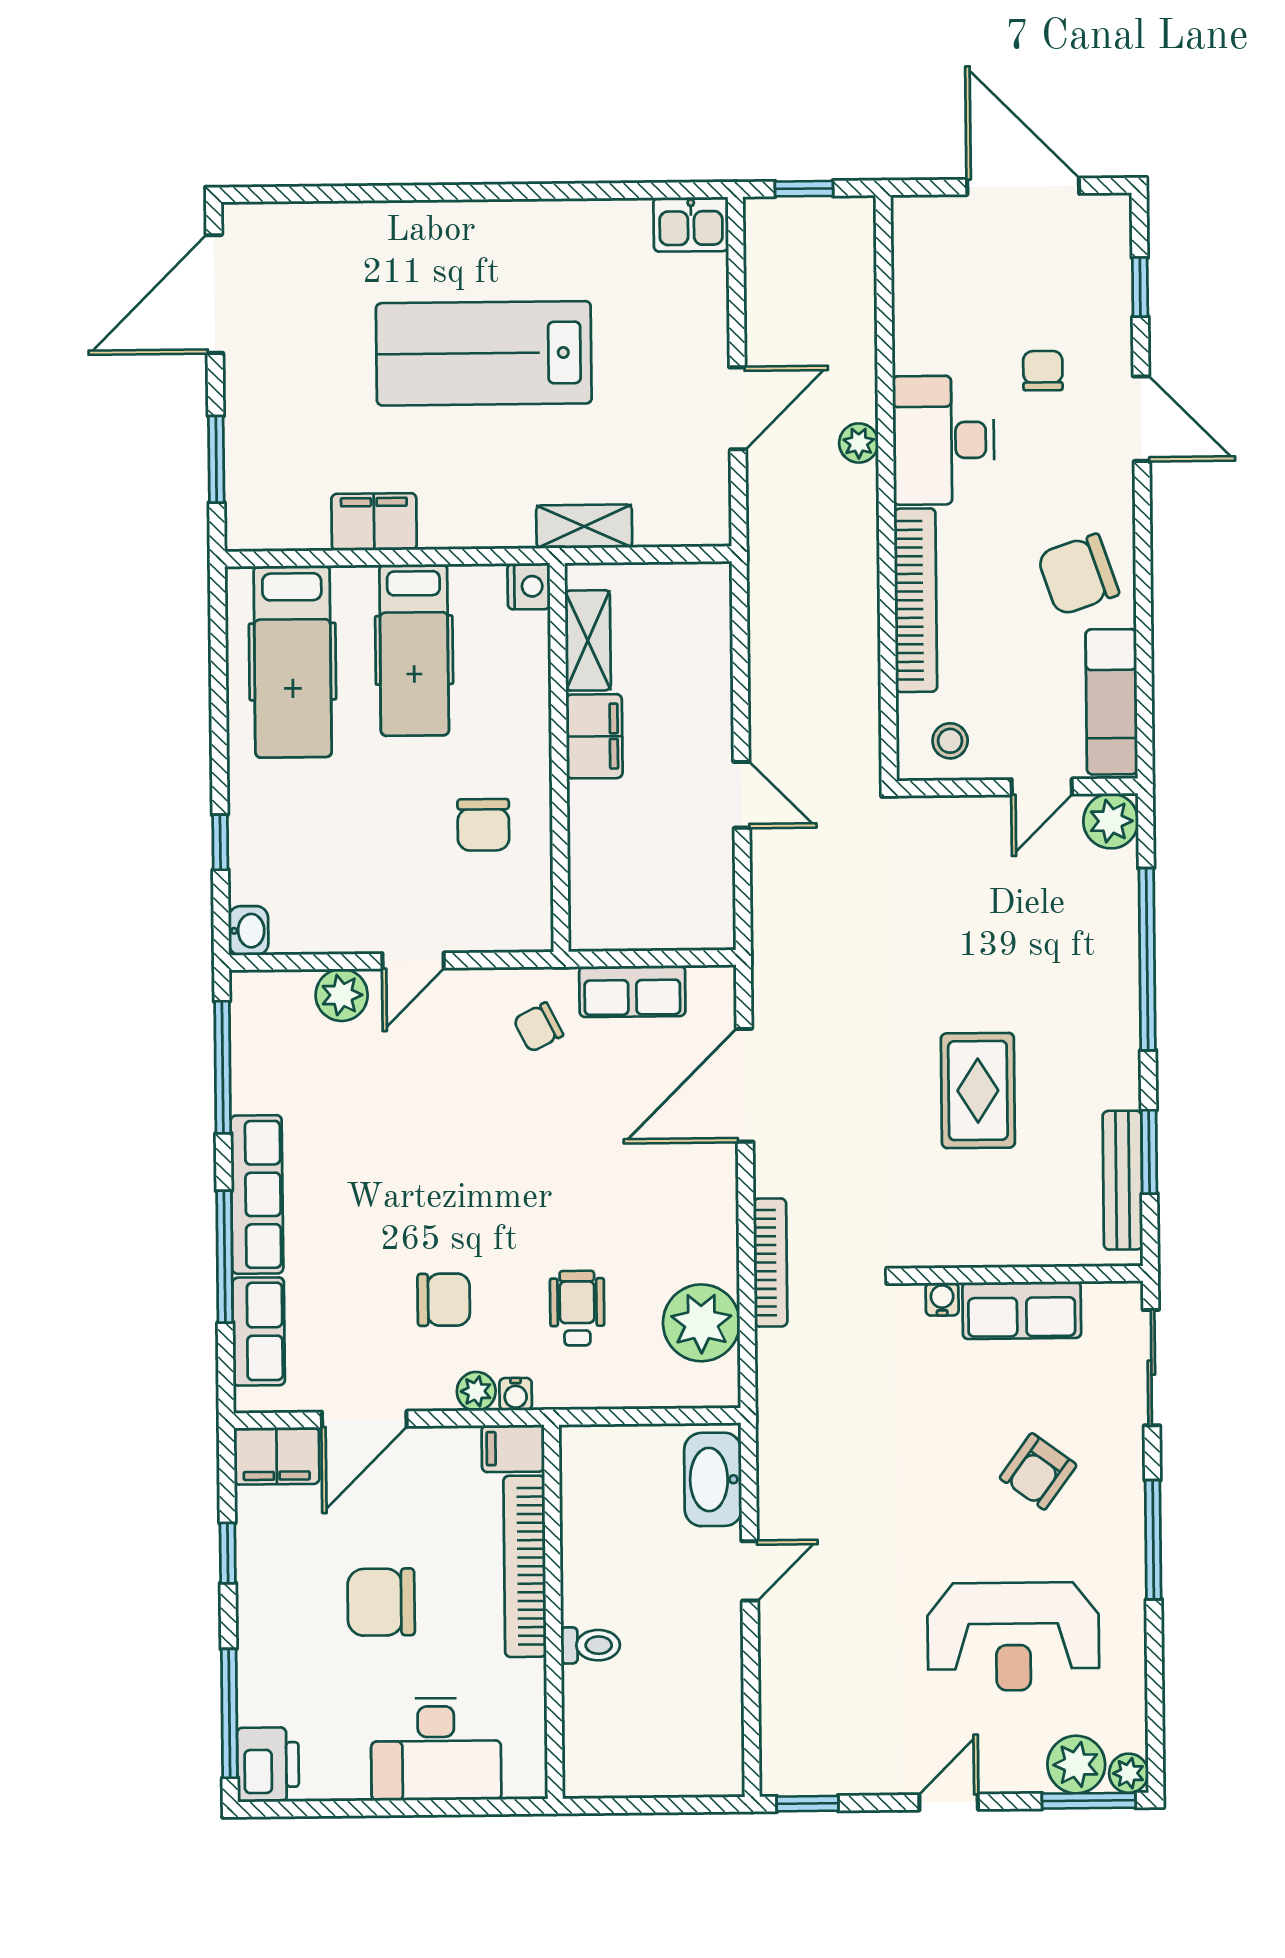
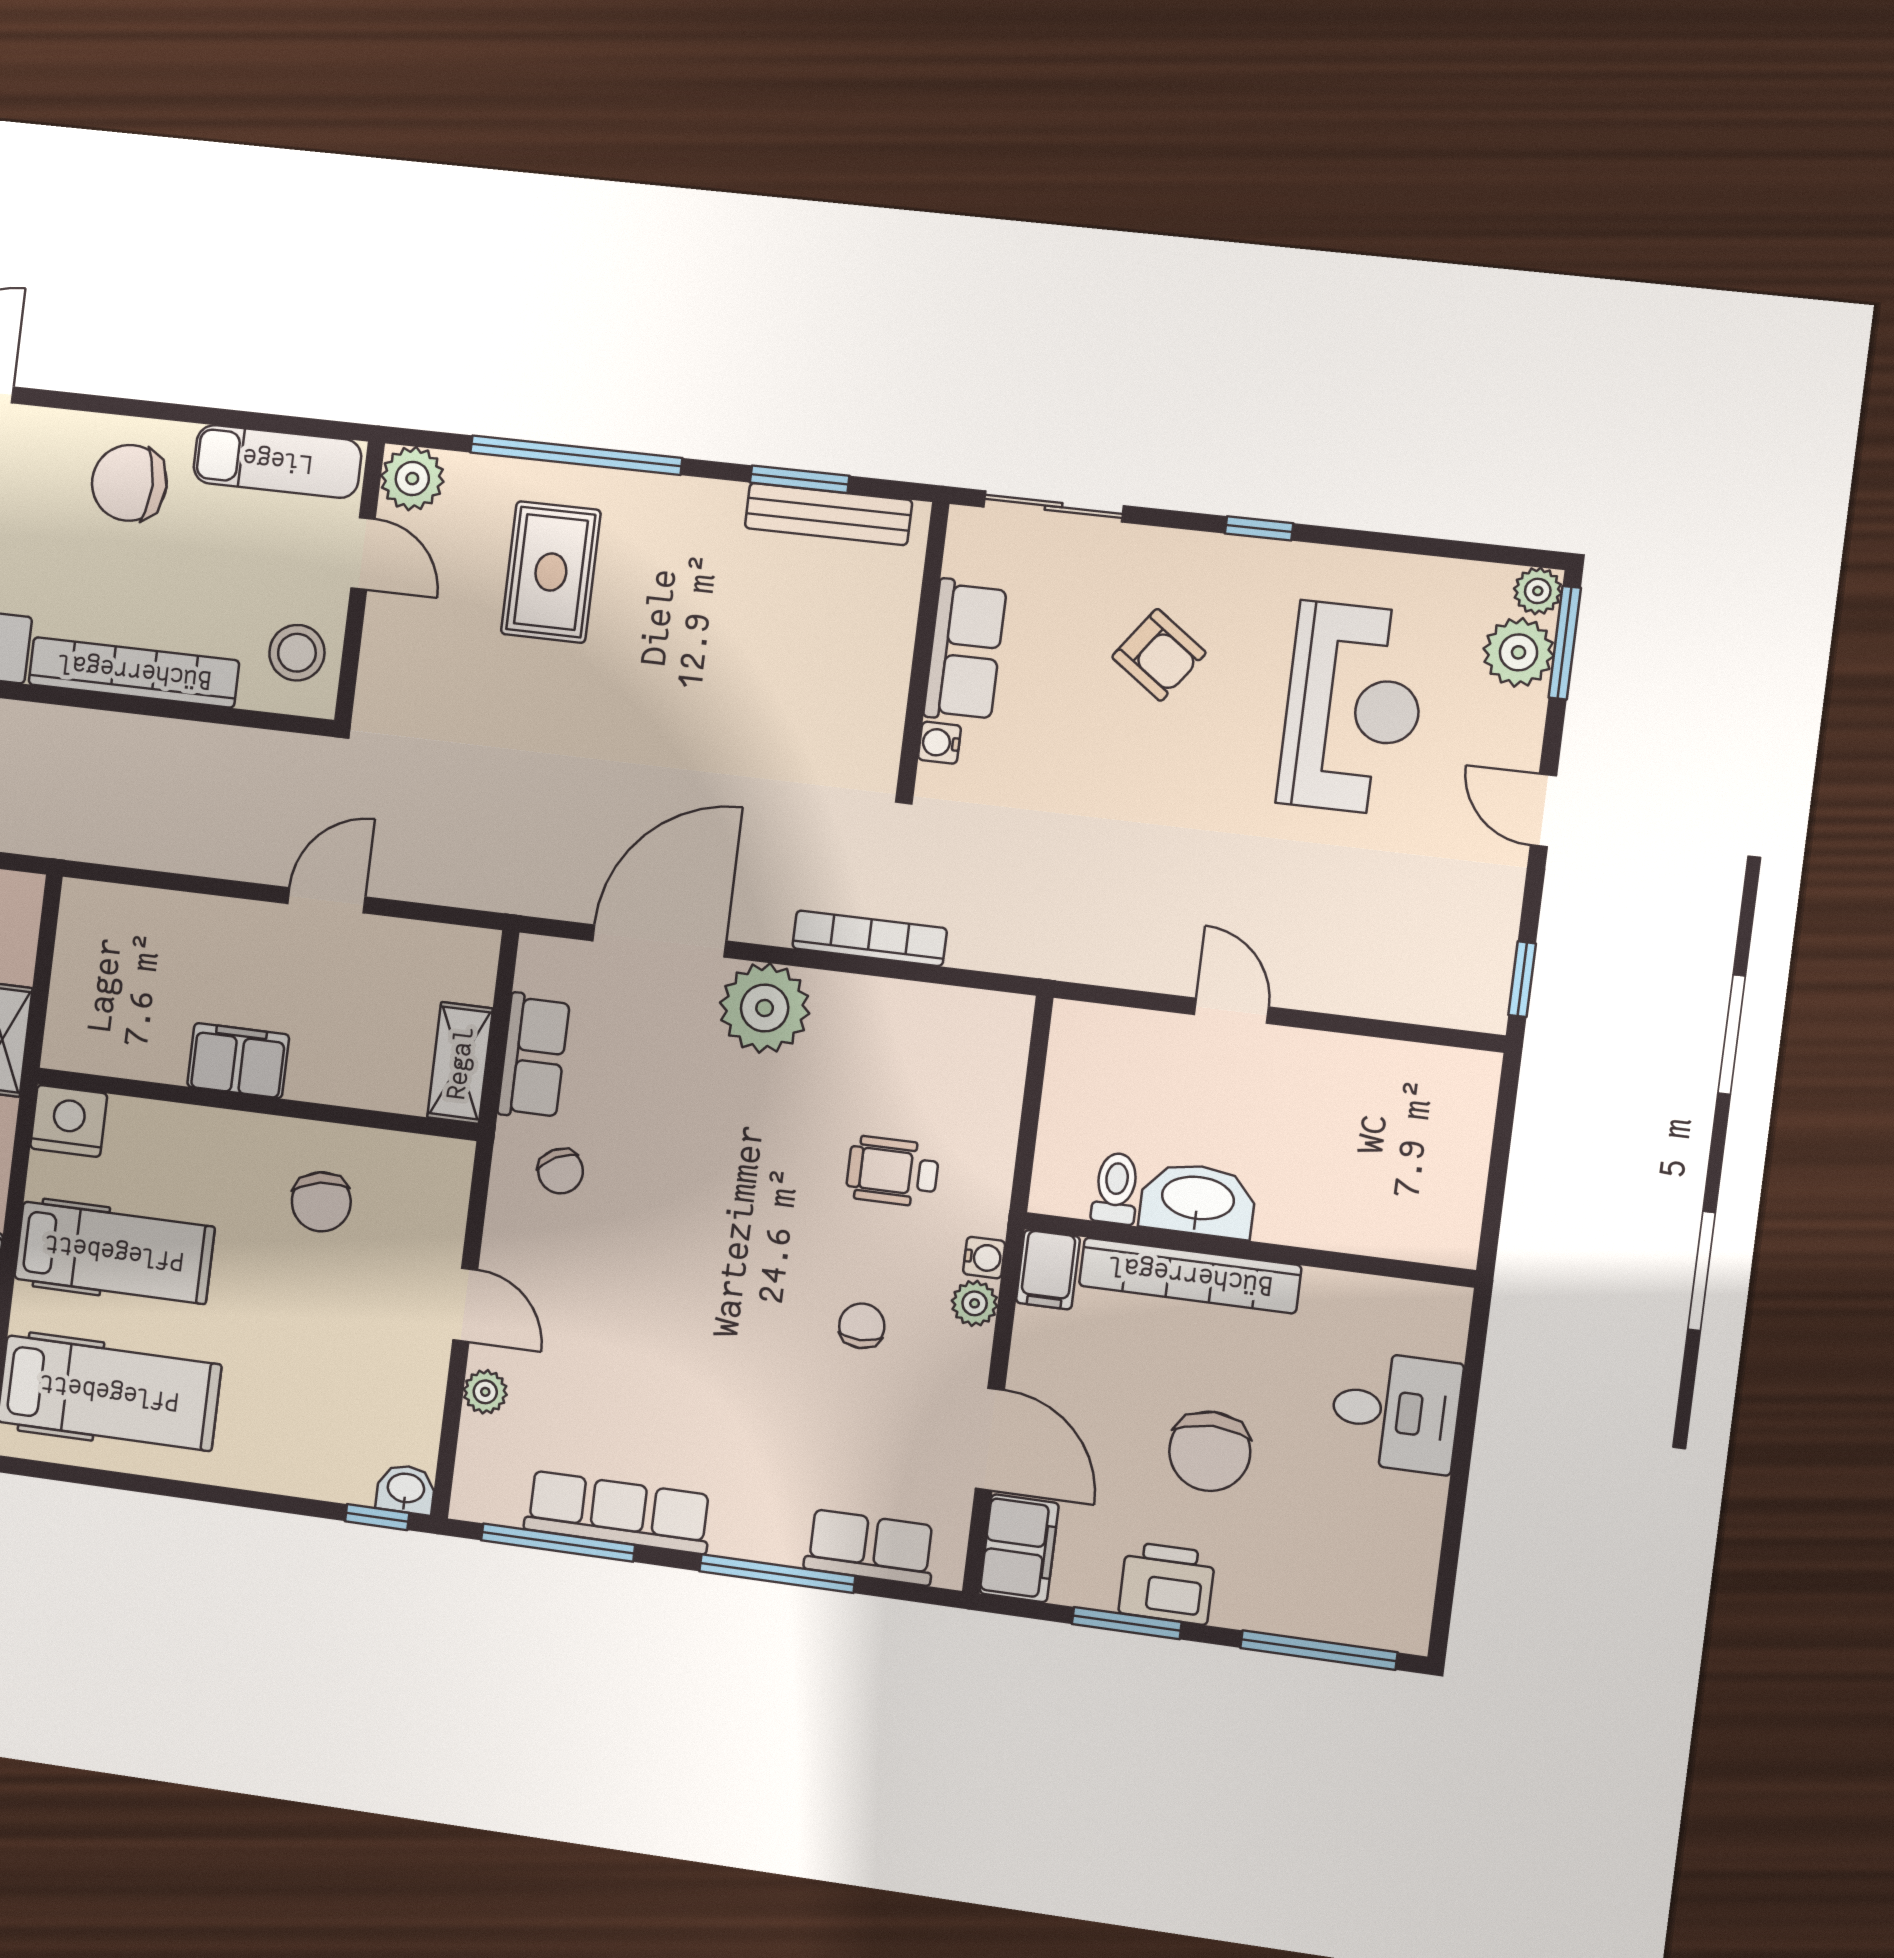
chair: (1078, 575) -> (129, 483), turned 109
nightstand: (529, 586) -> (69, 1121), width x1.36, depth x1.33
shelving: (588, 640) -> (460, 1063), moved, turned 90
stool: (950, 741) -> (297, 653), width x1.37, depth x1.37
chair: (483, 825) -> (321, 1202), turned 80
window: (220, 842) -> (377, 1517), moved
plant: (342, 995) -> (485, 1392), width x0.73, depth x0.73
door: (745, 1085) -> (659, 941), swing flipped
rug: (978, 1091) -> (551, 572), moved, turned 90
row of seats: (257, 1194) -> (618, 1512), moved
chair: (444, 1300) -> (862, 1326), width x0.73, depth x0.73
plant: (701, 1323) -> (765, 1008), moved
washbasin: (713, 1479) -> (1198, 1200), moved, turned 180
window: (1153, 1540) -> (1259, 528), width x0.46
window: (228, 1553) -> (1127, 1623), width x1.50
toilet: (590, 1645) -> (1116, 1188), moved
desk: (436, 1749) -> (1395, 1412), width x0.73
printer: (268, 1765) -> (1167, 1583), moved

